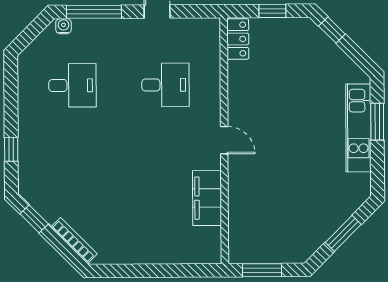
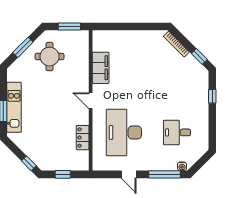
locker: (238, 39) -> (83, 138), moved
desk: (166, 85) -> (124, 132), width x1.87, depth x1.30
round table: (297, 217) -> (50, 57), added

